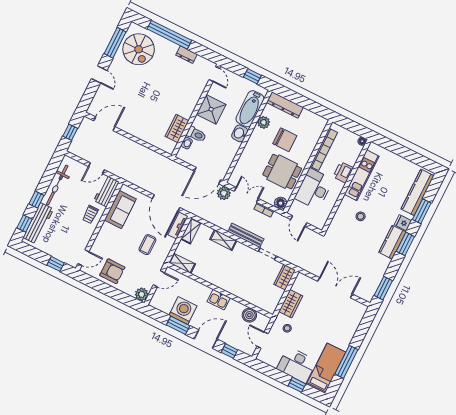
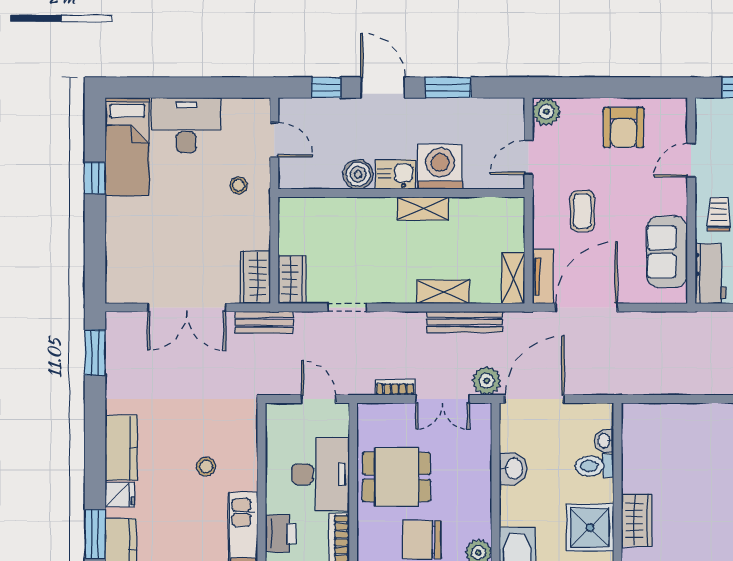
wardrobe: (177, 128) -> (637, 520), moved
washbasin: (240, 133) -> (513, 469), moved
door: (166, 203) -> (586, 307), hinge flipped
floor lamp: (281, 203) -> (370, 416), removed
bench: (246, 235) -> (465, 322), moved
window: (405, 244) -> (95, 457), removed
door: (83, 258) -> (691, 160), moved
shelving: (182, 263) -> (423, 209), moved
bench: (306, 265) -> (264, 322), added
armchair: (112, 271) -> (624, 128), turned -90
wardrobe: (291, 304) -> (255, 277), moved
washing machine: (183, 311) -> (440, 167), moved, turned 180
boiler: (249, 315) -> (358, 174), moved
door: (206, 339) -> (383, 88), swing flipped
window: (346, 362) -> (95, 178), width x0.46
window: (297, 385) -> (167, 88), removed

